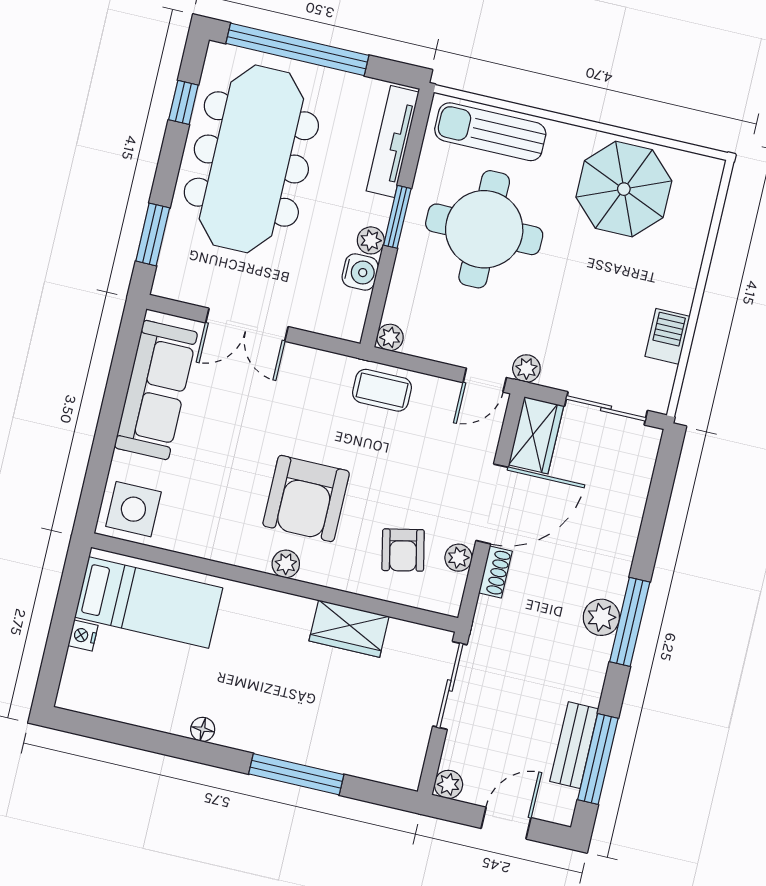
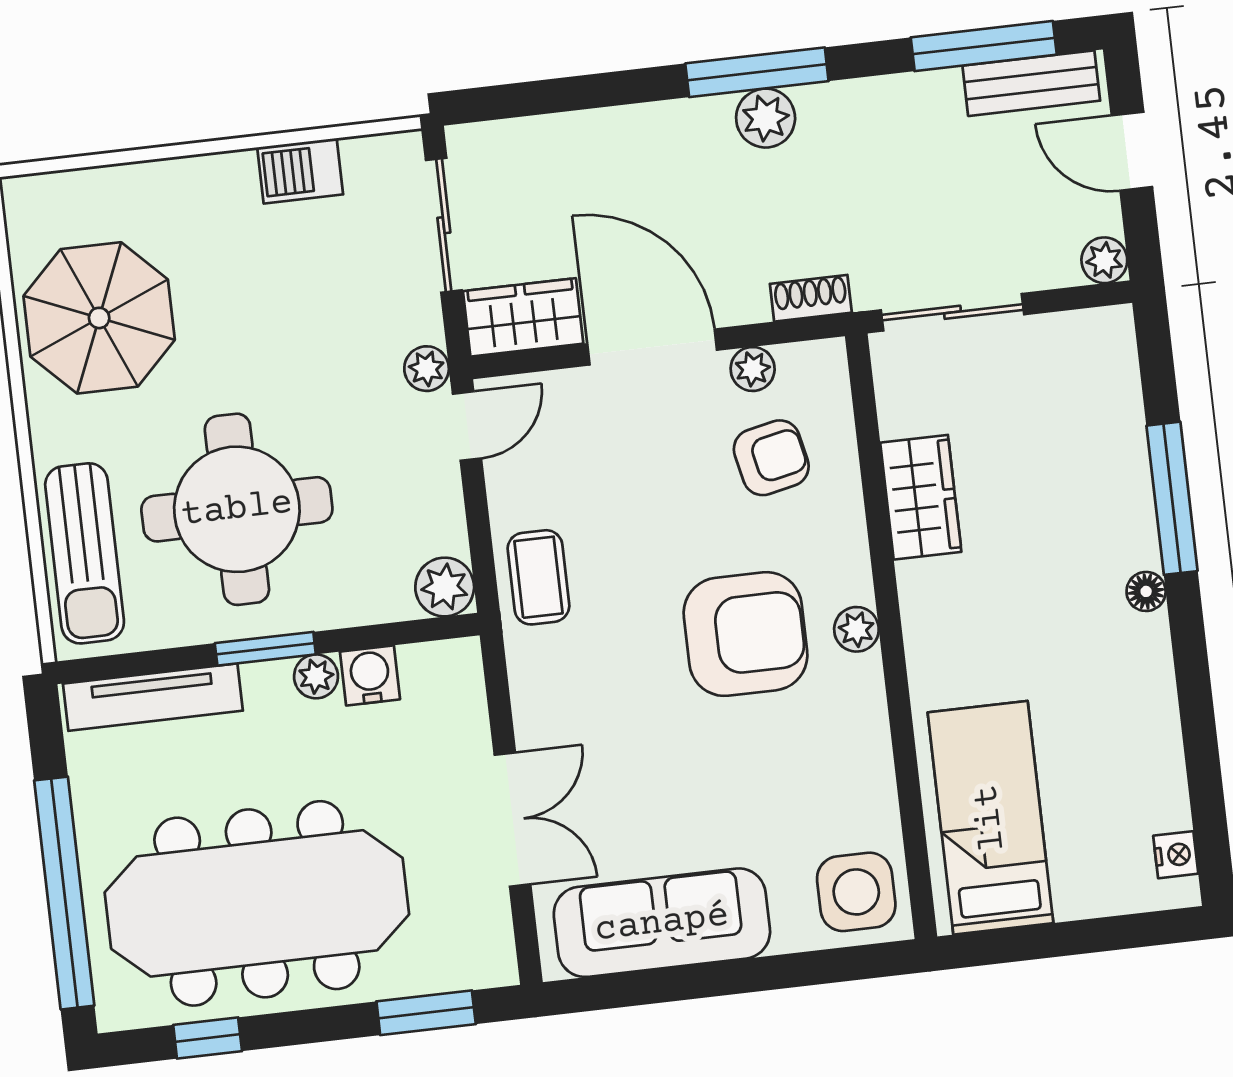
plant: (390, 337) -> (445, 587), width x1.38, depth x1.38
door: (485, 380) -> (467, 426), hinge flipped
shoe rack: (495, 572) -> (811, 298), moved
nightstand: (83, 636) -> (1176, 855), moved, turned -90
floor lamp: (203, 729) -> (1146, 591), moved
bench: (574, 745) -> (1031, 83), moved

